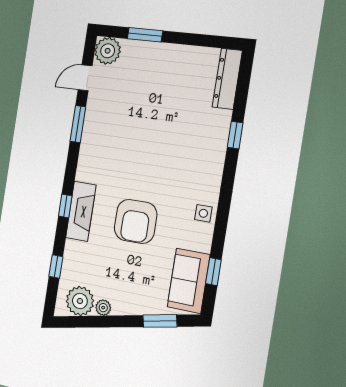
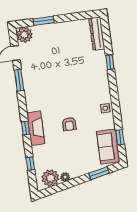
armchair: (136, 221) -> (69, 124), width x0.53, depth x0.53

